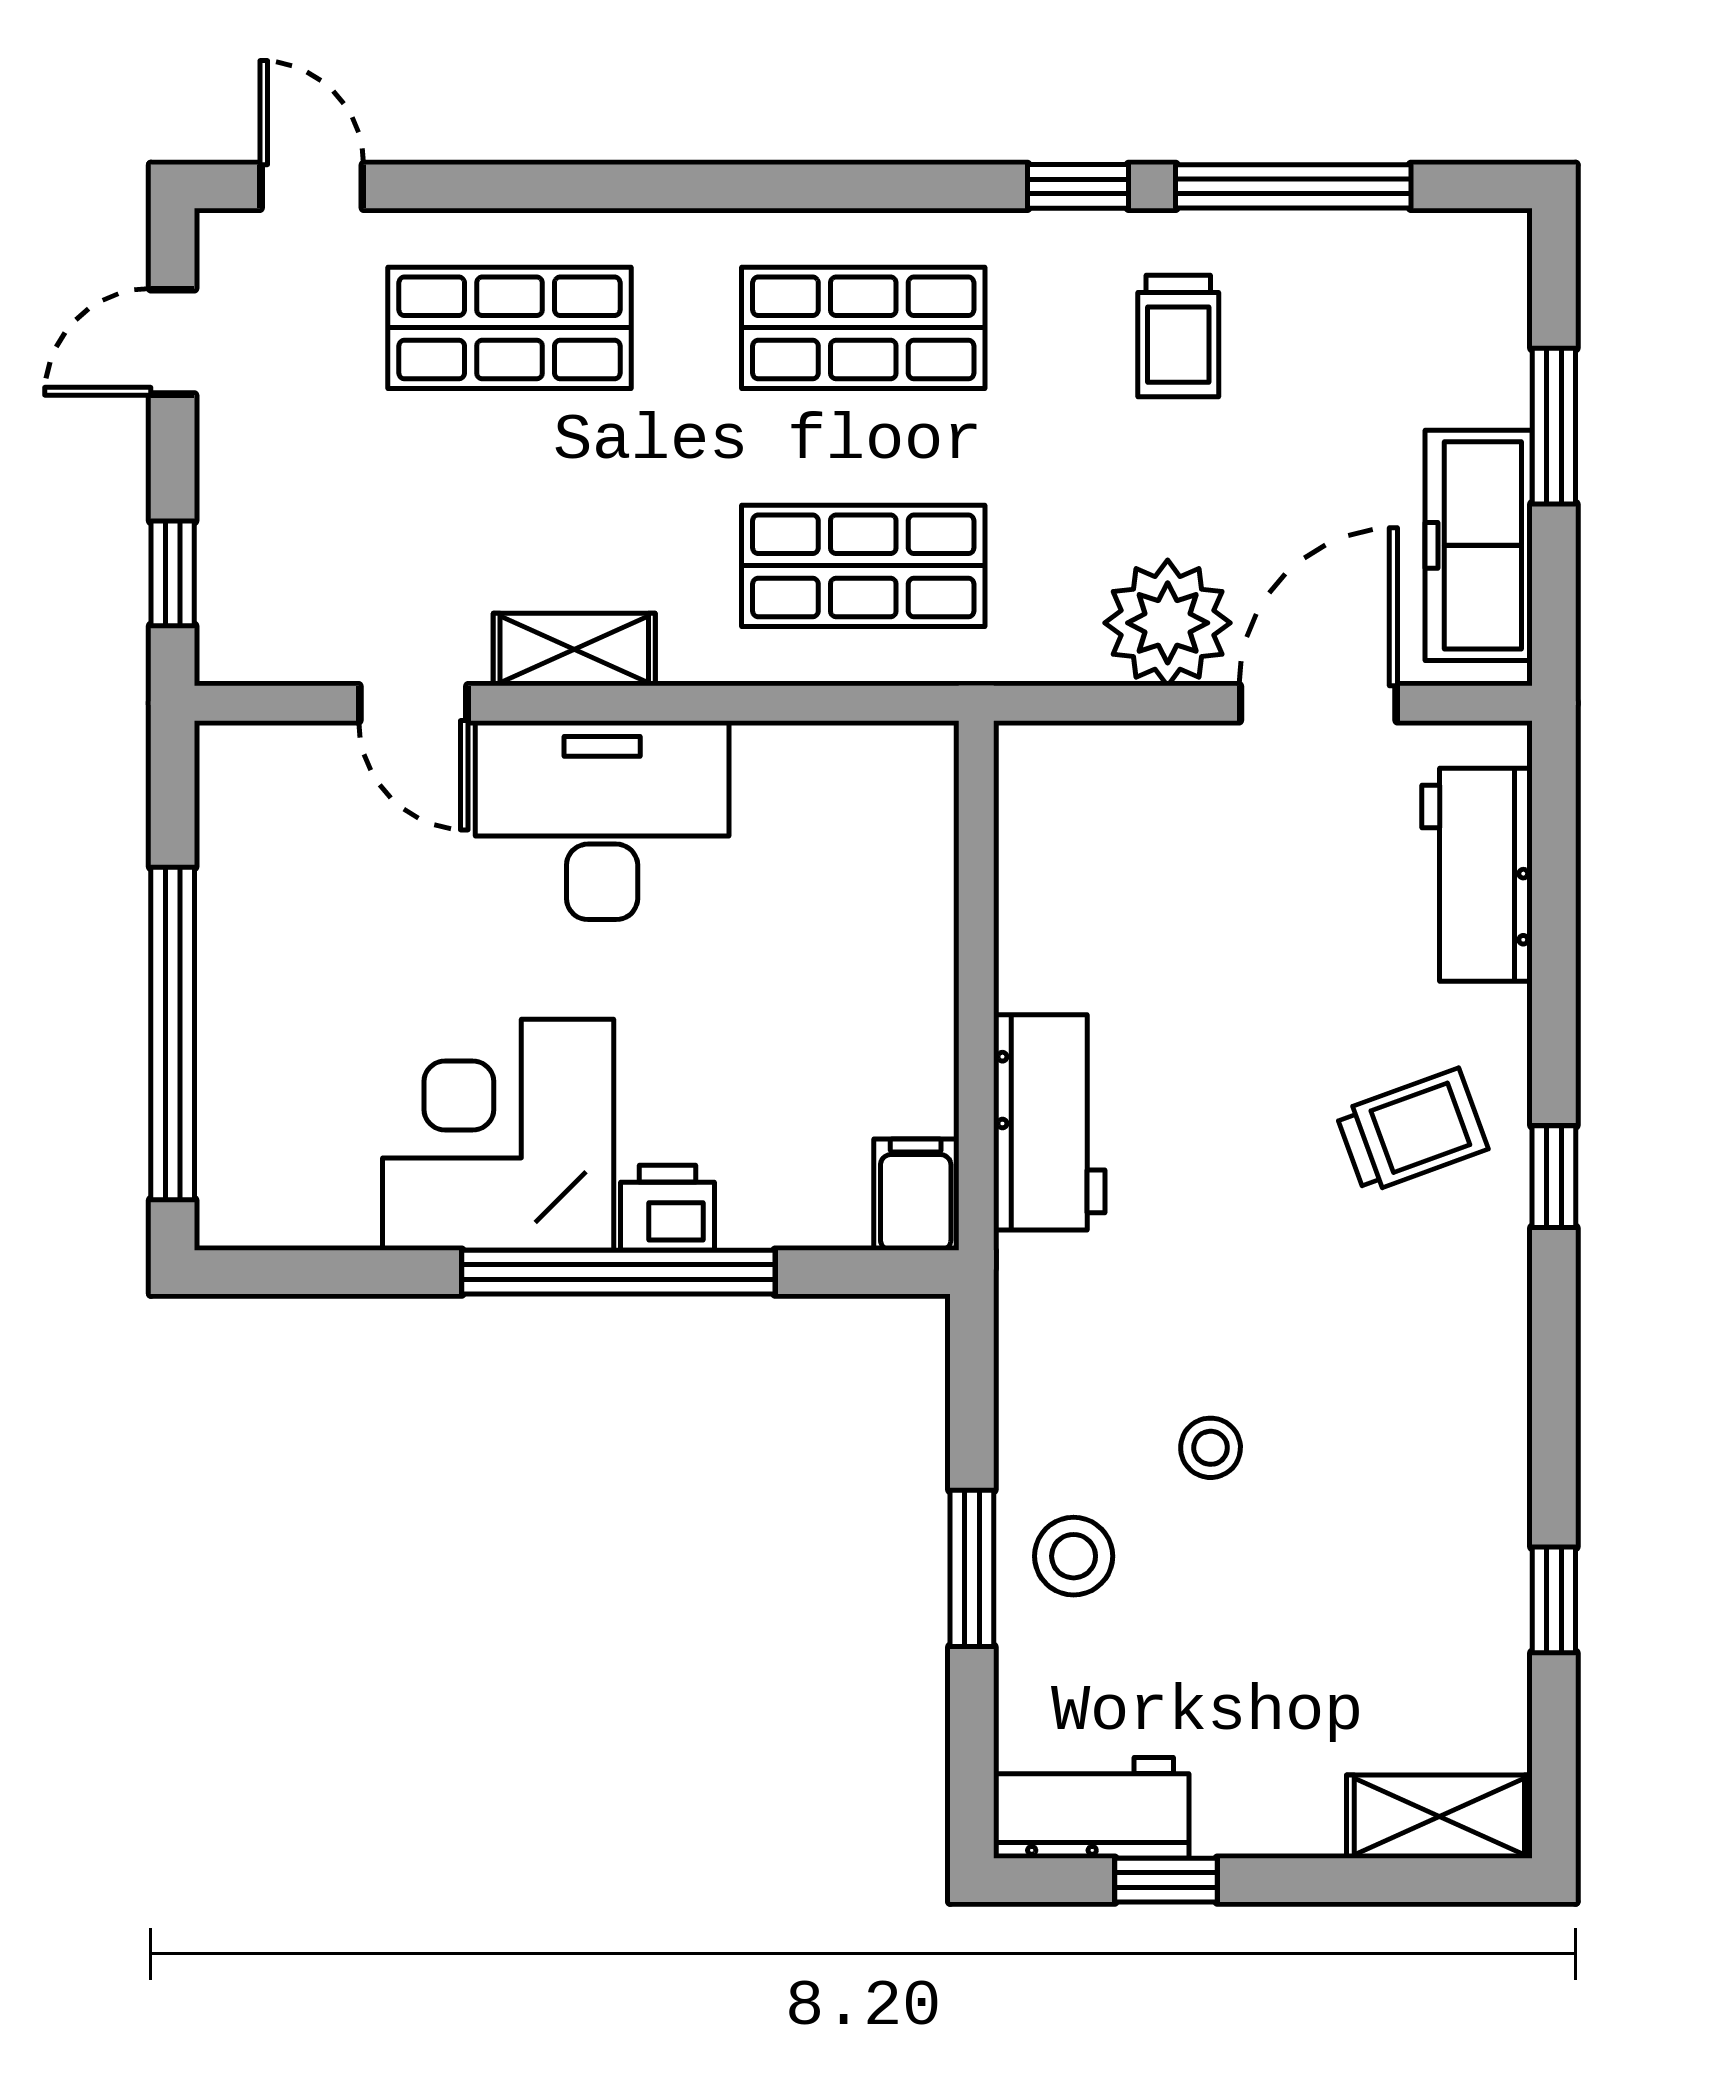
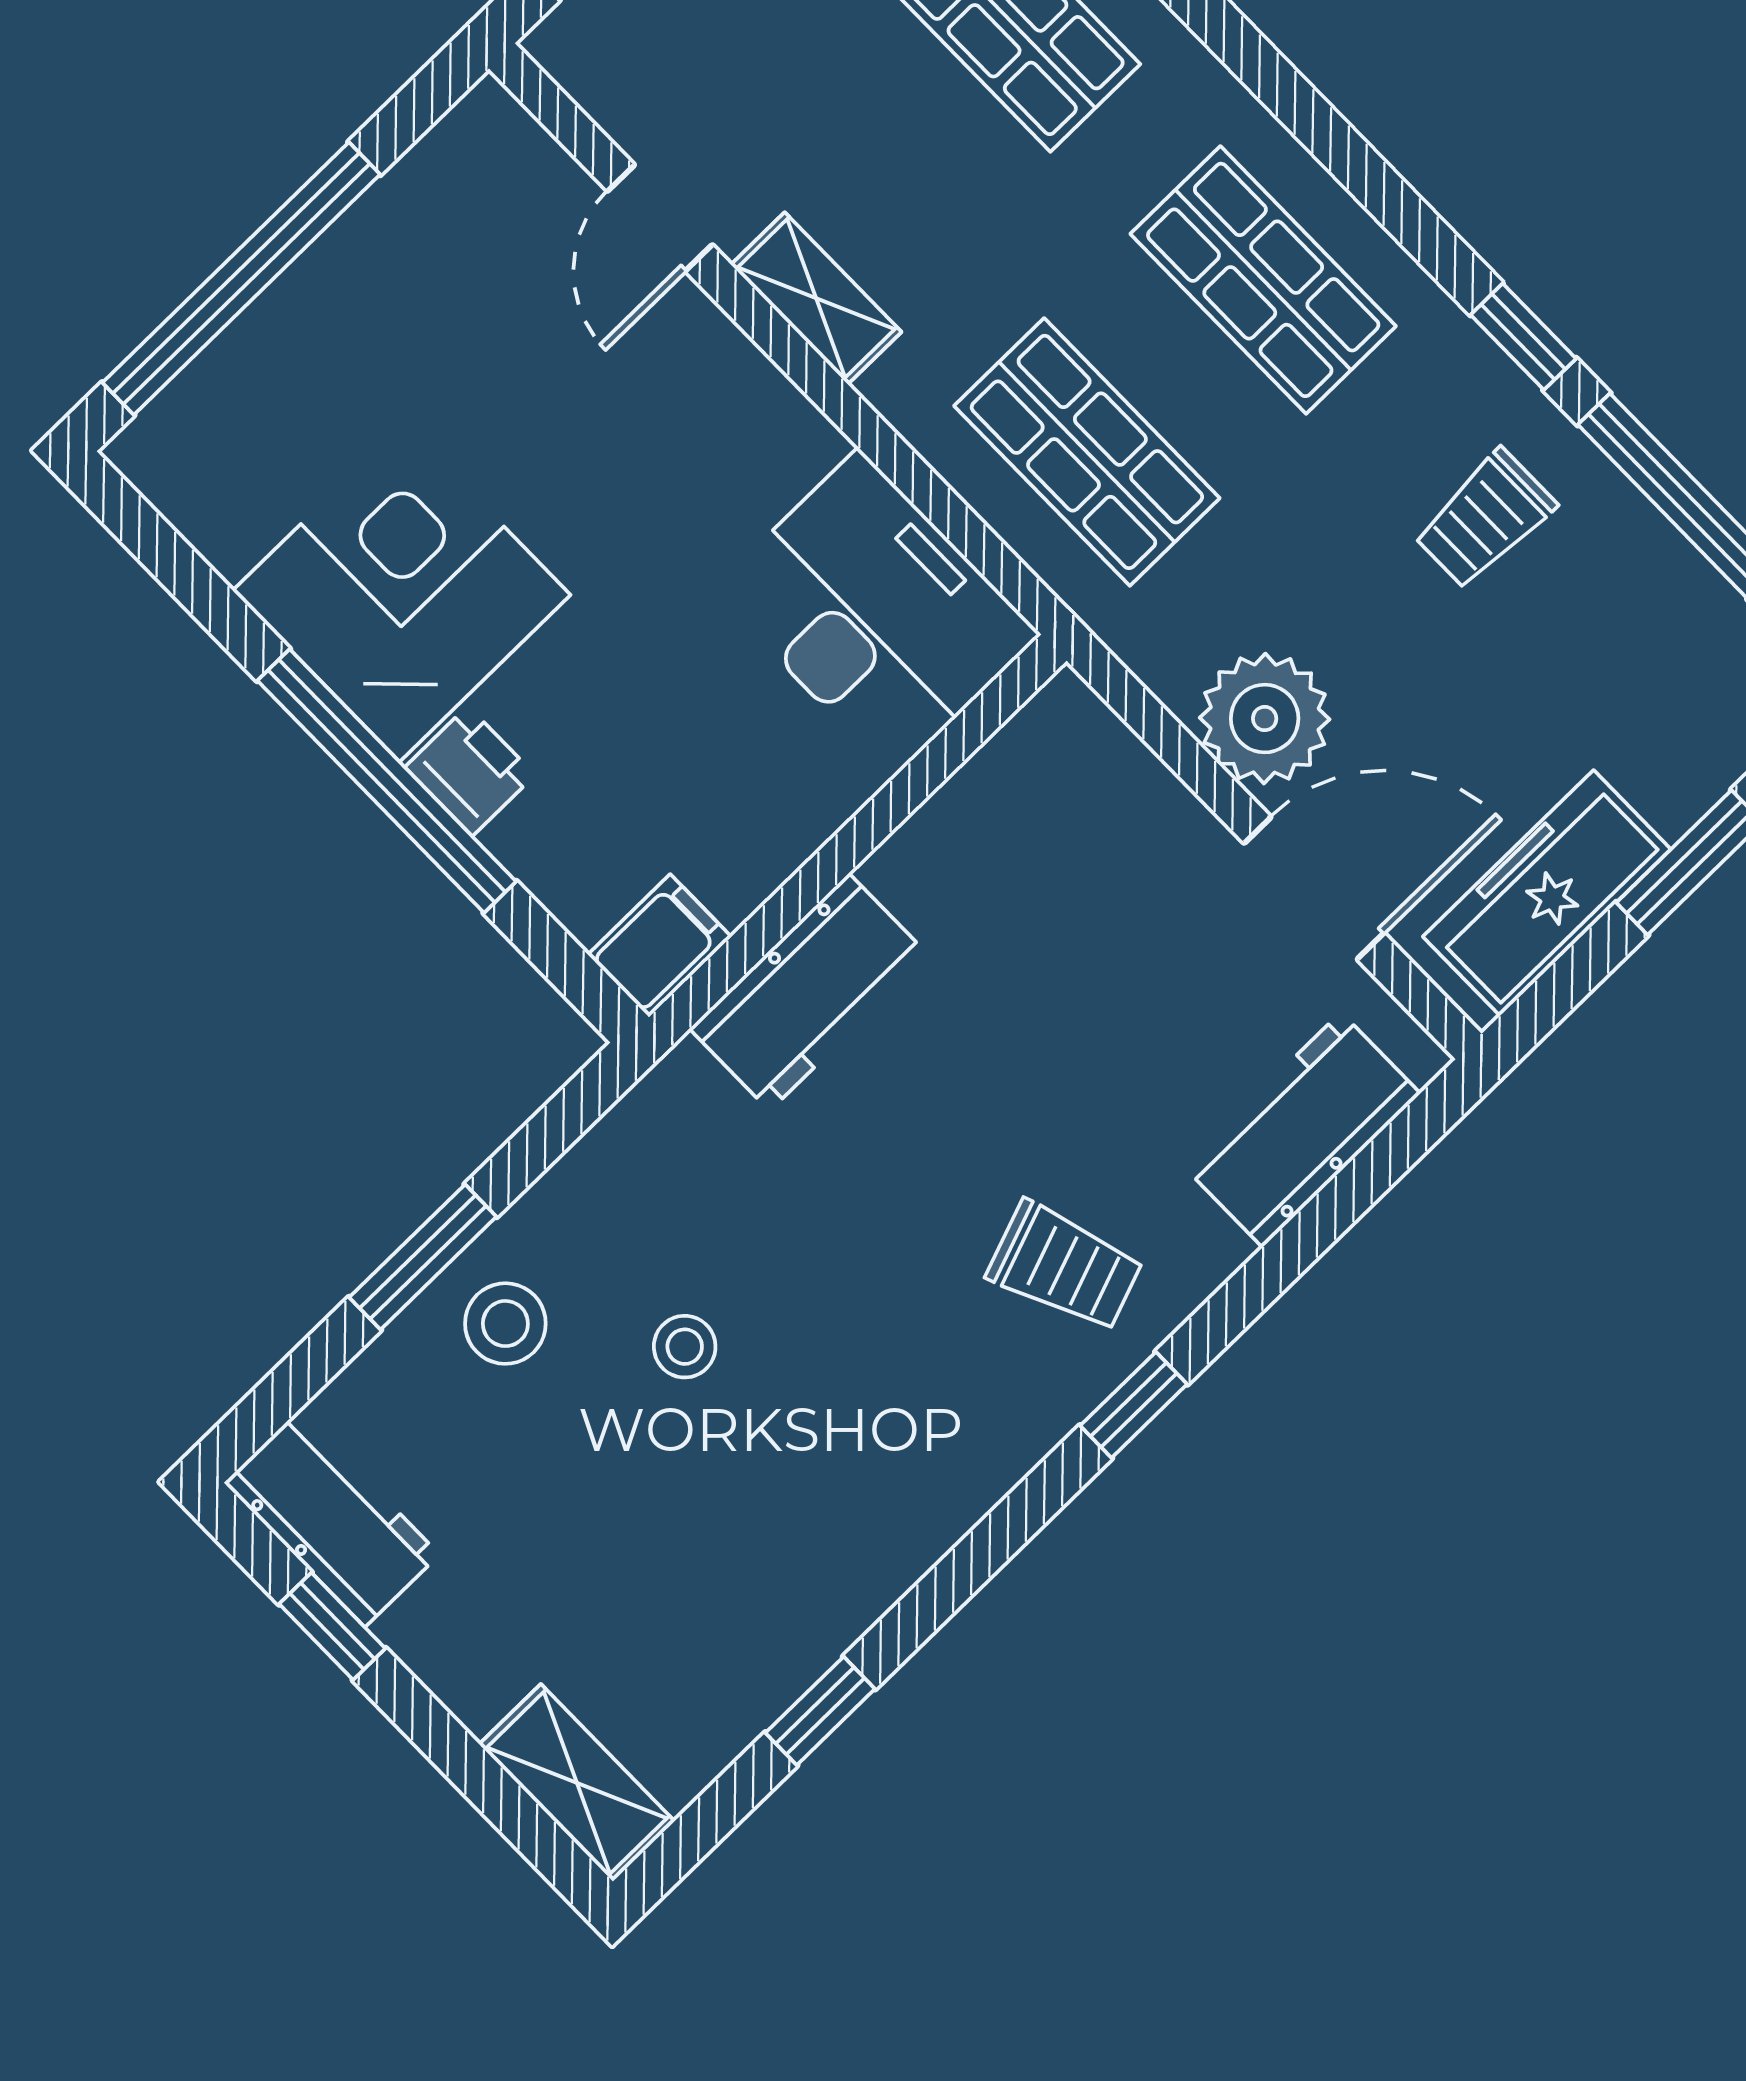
desk: (602, 820) -> (876, 613), moved

